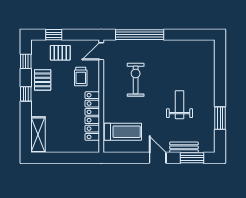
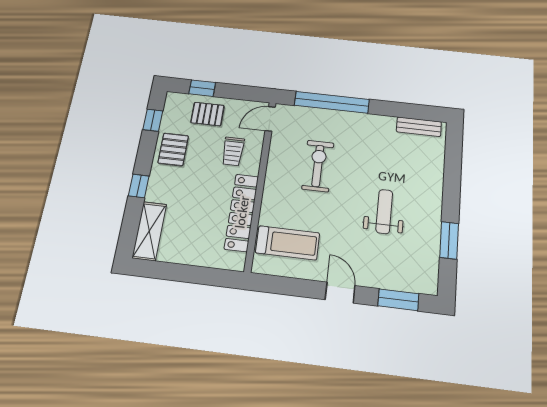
window: (26, 94) -> (139, 186), moved
bench: (184, 147) -> (419, 127), moved

